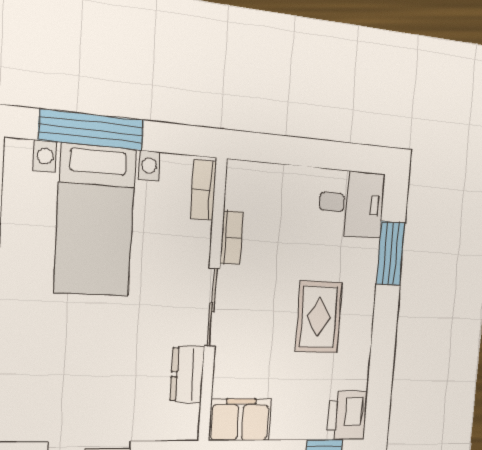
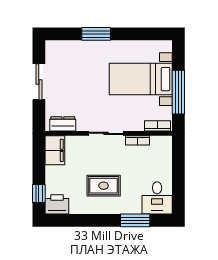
window: (91, 130) -> (178, 92), moved
dresser: (187, 374) -> (63, 124), moved

